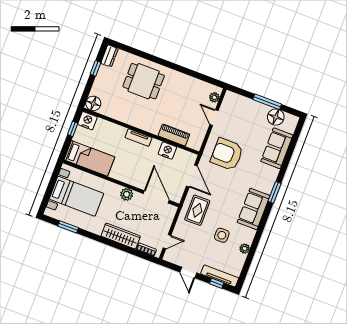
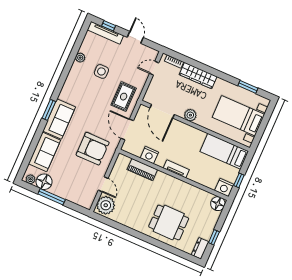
plant: (214, 97) -> (106, 205), width x1.88, depth x1.88
plant: (290, 119) -> (30, 179), added
sofa: (254, 209) -> (59, 119), moved

